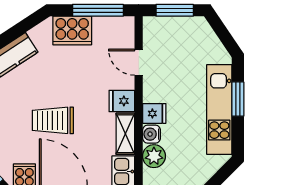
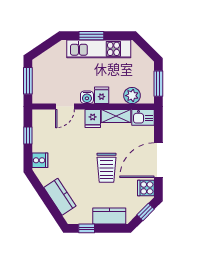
window: (98, 10) -> (28, 135), width x0.46
cooker: (72, 31) -> (40, 160), width x0.53, depth x0.76
water cooler: (151, 134) -> (87, 97), moved

